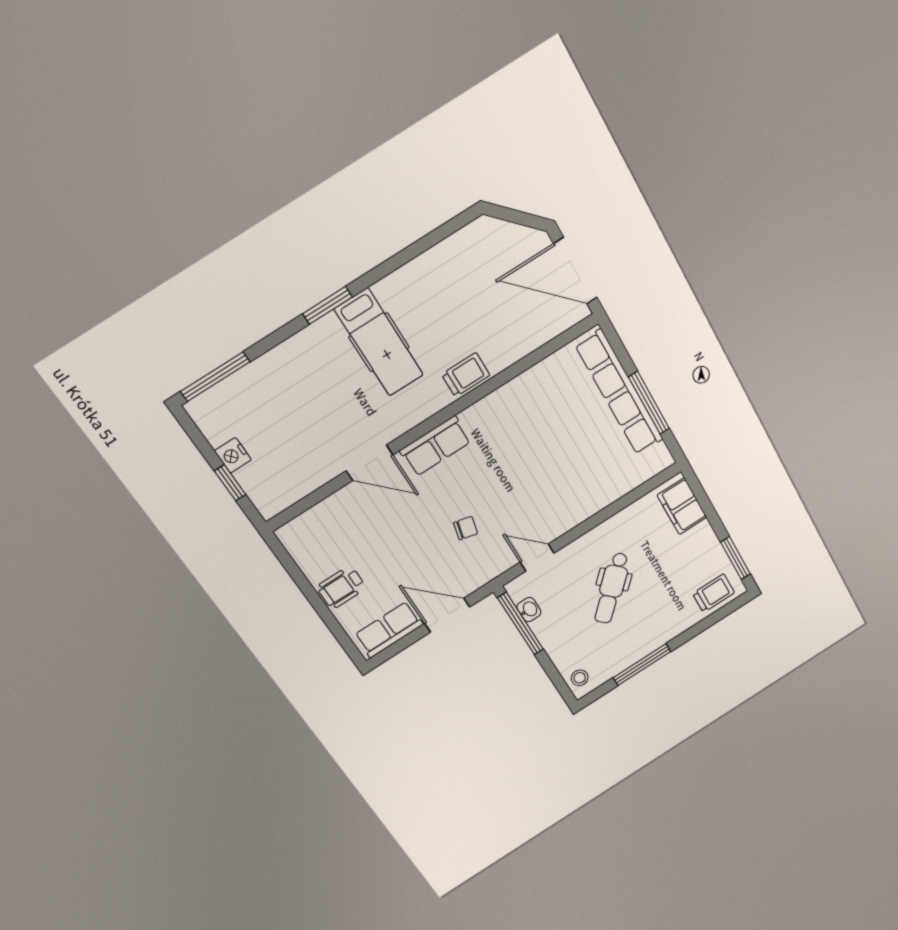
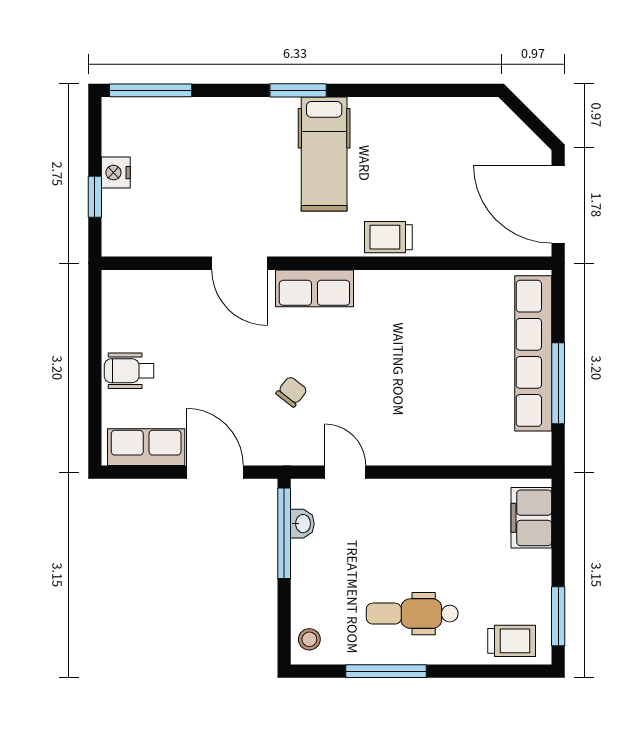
trolley: (466, 375) -> (388, 237), turned 180
chair: (466, 528) -> (292, 392), turned -66
dental chair: (612, 588) -> (412, 614), moved, turned 44

